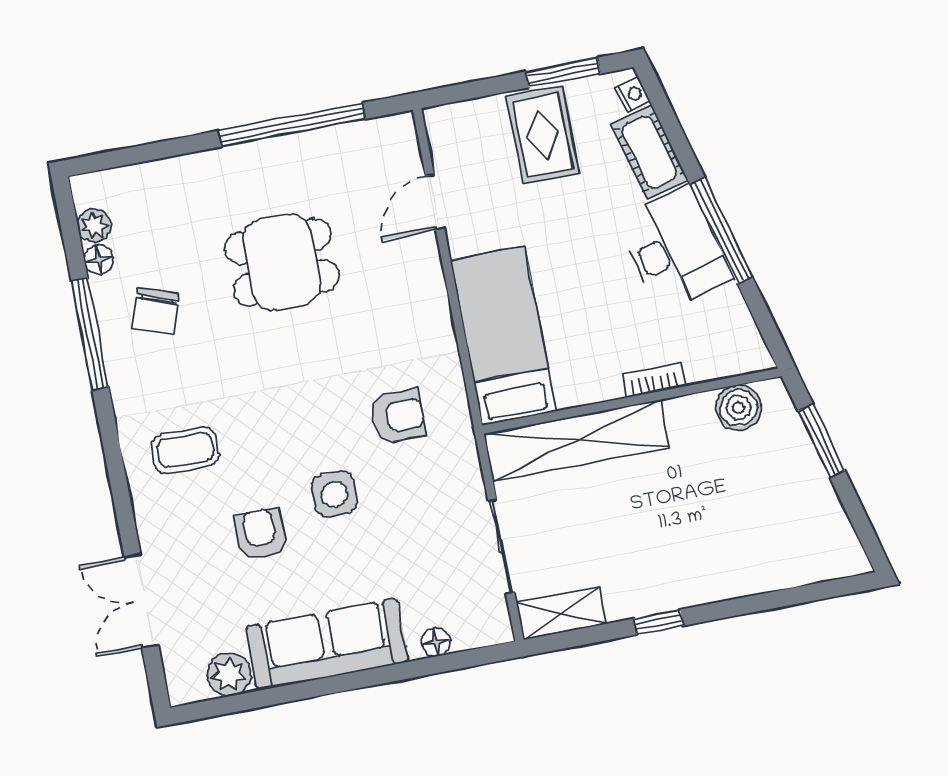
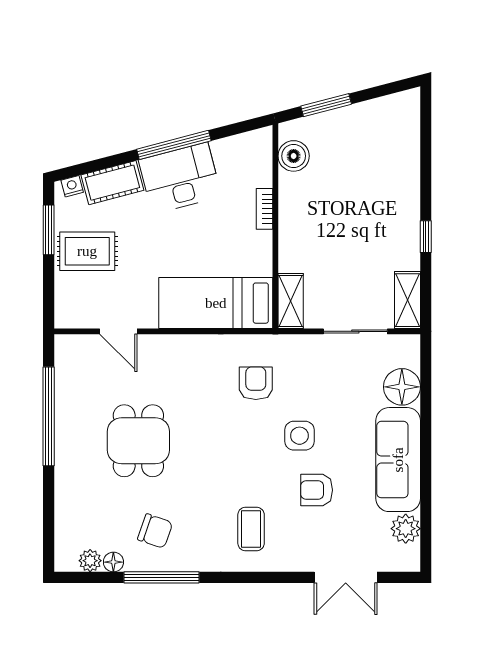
shelving: (576, 441) -> (291, 301), width x0.45, depth x0.75
floor lamp: (436, 642) -> (402, 387), width x1.89, depth x1.89

